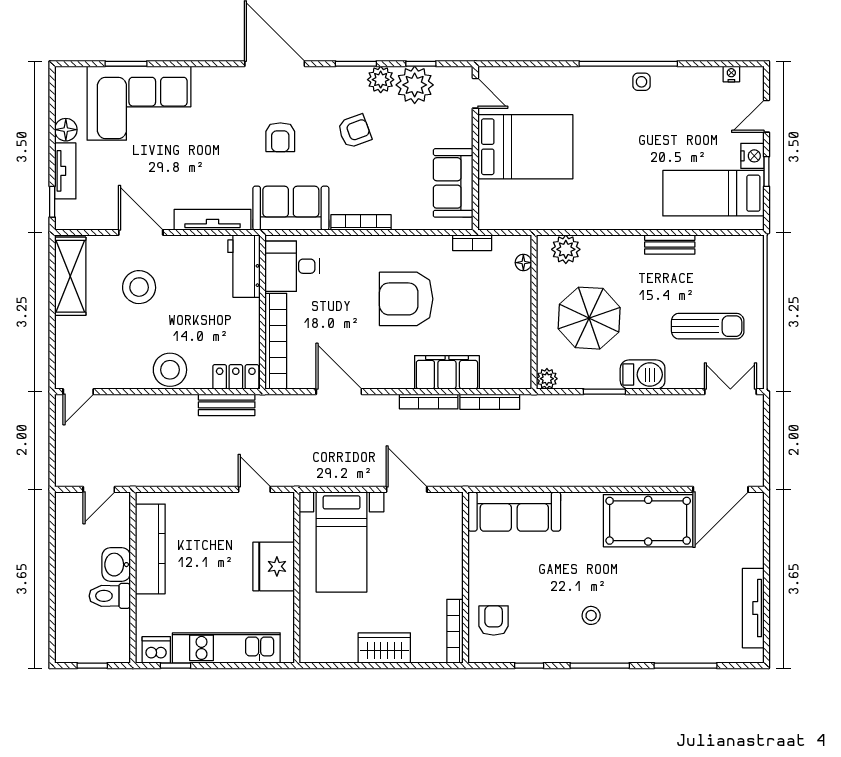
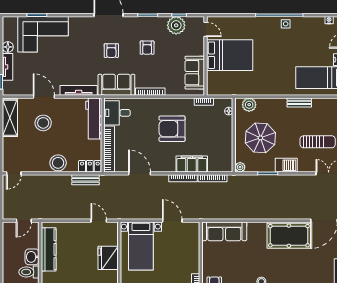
plant: (381, 80) -> (160, 23), removed
armchair: (354, 131) -> (147, 48), turned 110
workbench: (244, 266) -> (94, 118), width x1.38

